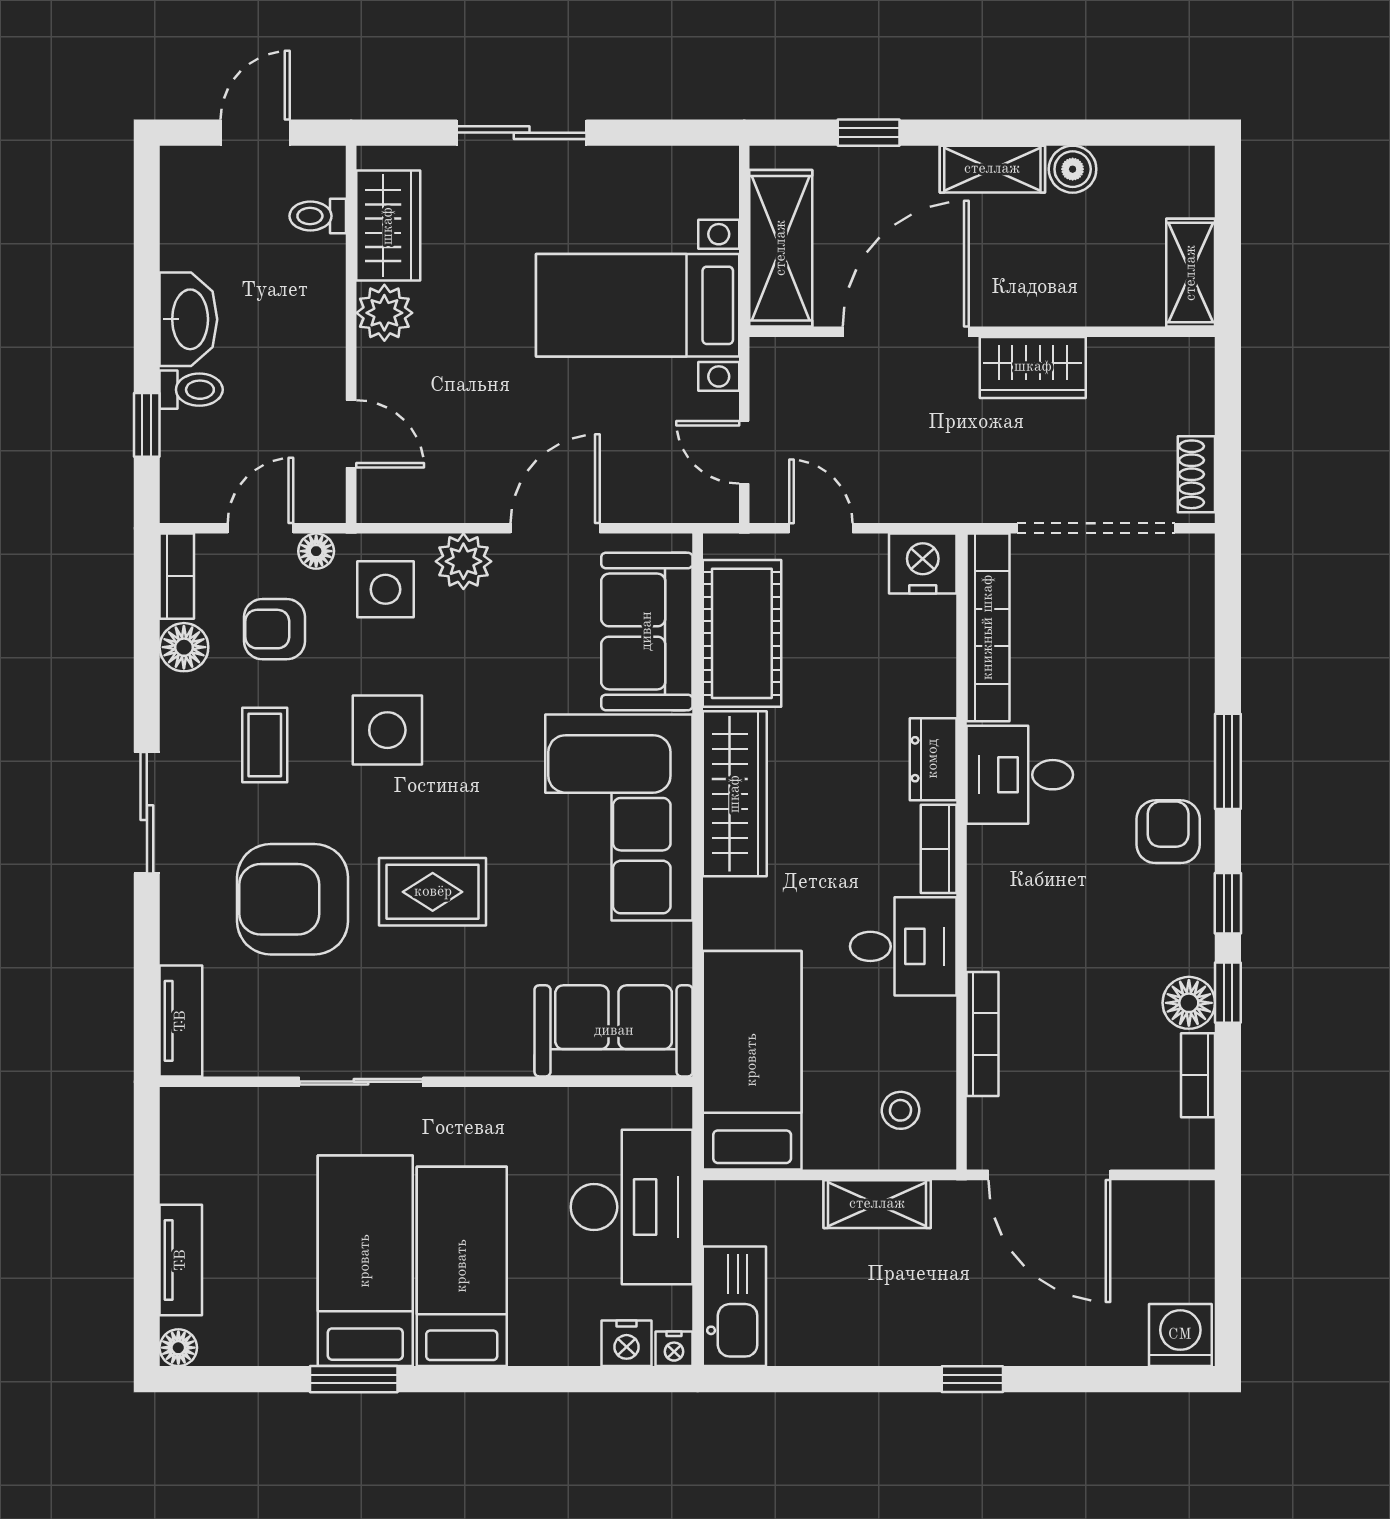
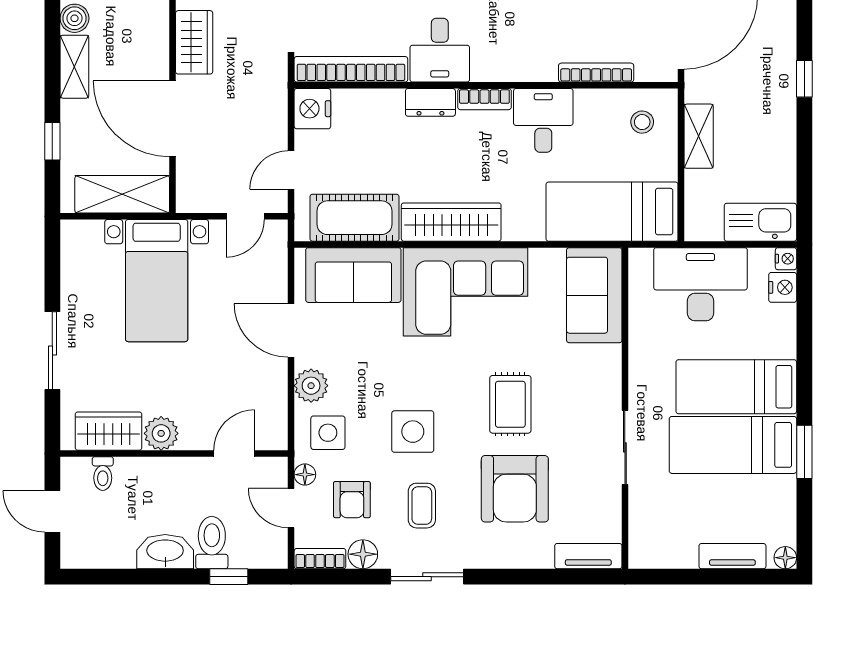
toilet: (191, 390) -> (212, 543), width x1.37, depth x1.39
coffee table: (265, 745) -> (422, 506), turned 90
sliding door: (147, 813) -> (427, 577), moved

